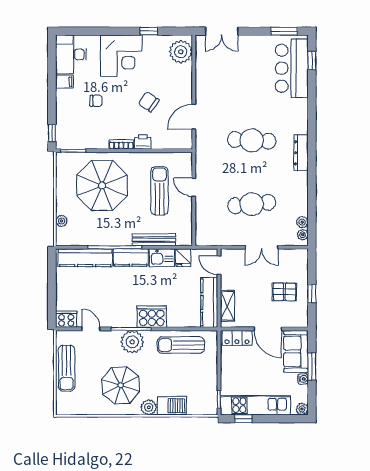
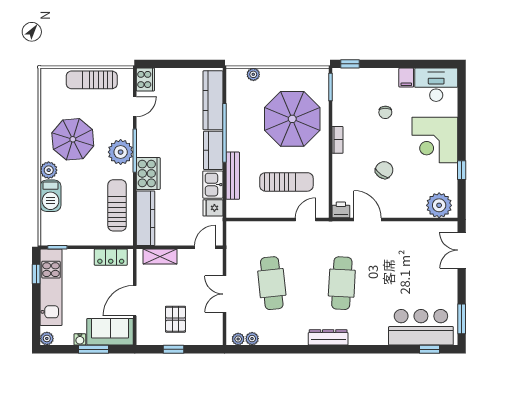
printer: (143, 142) -> (341, 210), moved, turned -90
door: (194, 187) -> (306, 220), moved
kitchen counter: (209, 302) -> (146, 218), moved, turned 90
locker: (237, 338) -> (111, 257), moved, turned -90

